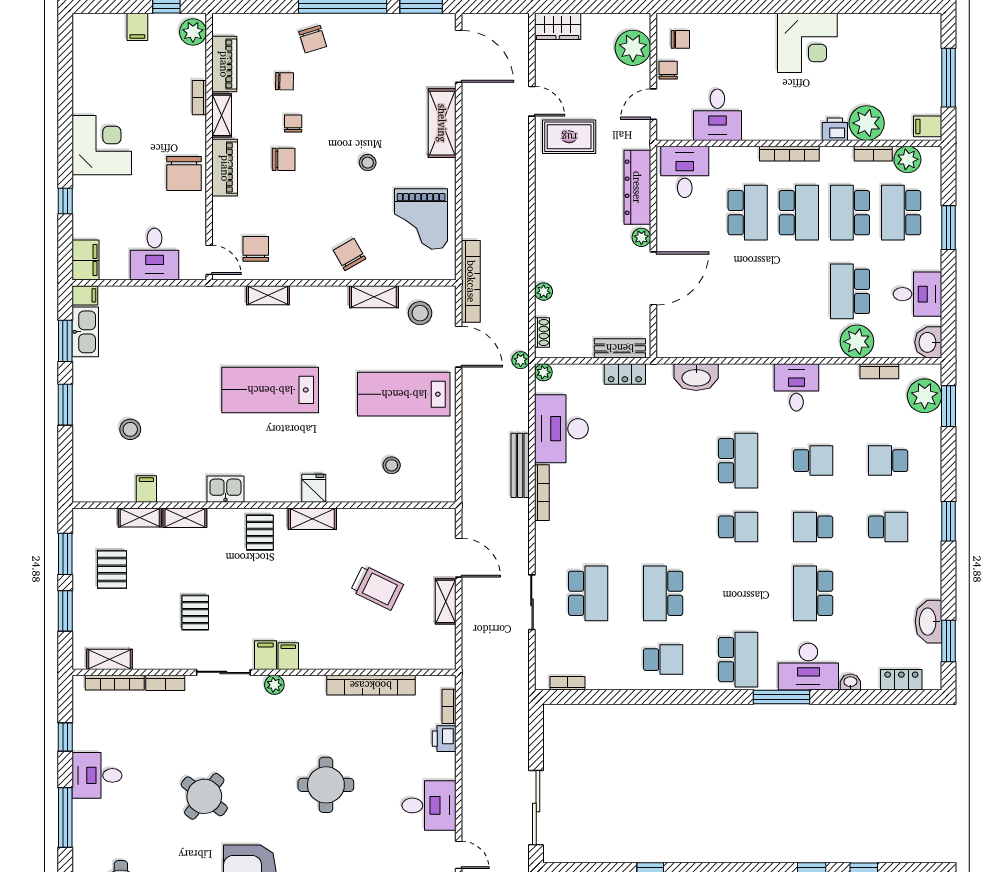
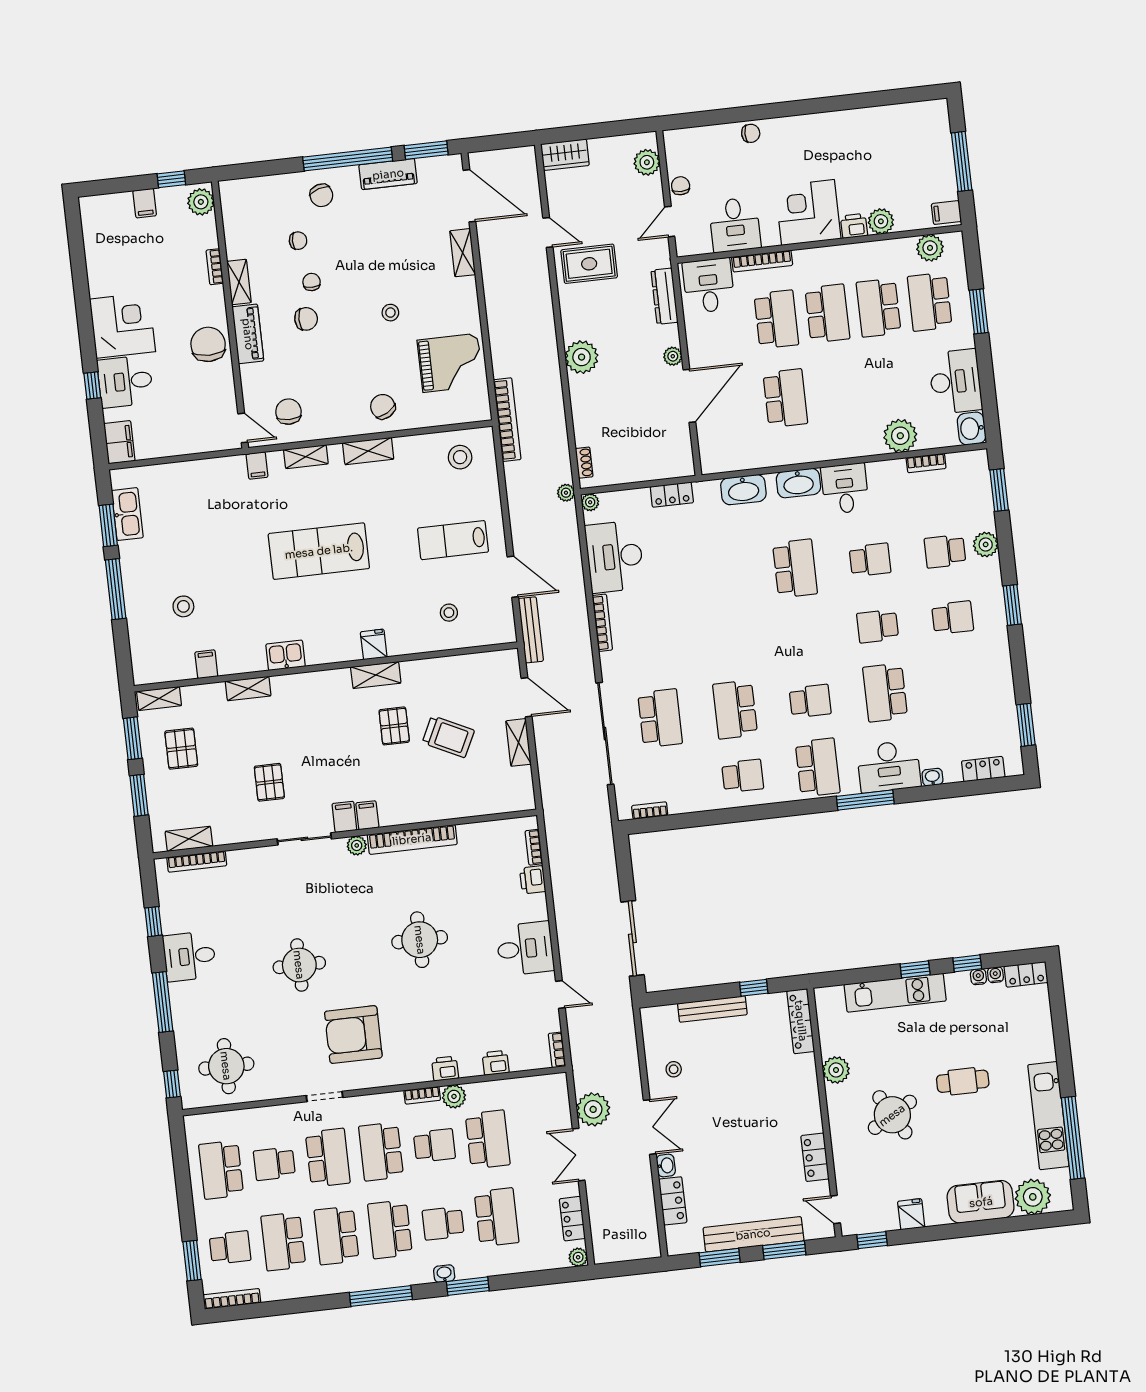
chair: (680, 39) -> (751, 133), moved
corner desk: (807, 43) -> (808, 213), moved, turned 180
plant: (633, 48) -> (647, 162), width x0.73, depth x0.73
piano: (224, 64) -> (388, 174), moved, turned 90
shelving: (442, 123) -> (463, 253), width x0.67, depth x0.75
plant: (867, 123) -> (881, 221), width x0.73, depth x0.73
bookcase: (789, 154) -> (762, 261), moved
bookcase: (873, 154) -> (895, 246), removed
chair: (184, 174) -> (208, 344), turned 180
dresser: (637, 187) -> (665, 296), width x0.73, depth x0.80
grand piano: (421, 219) -> (450, 363), turned -90
desk: (155, 254) -> (125, 381), moved, turned 90
school desk: (850, 291) -> (785, 398), moved, turned 180
plant: (544, 292) -> (582, 357), moved, width x1.88, depth x1.88
desk: (917, 294) -> (955, 381), width x1.37
filing cabinet: (85, 295) -> (257, 465), moved, turned 90
shelving: (374, 297) -> (368, 451), moved
door: (459, 347) -> (513, 577), moved
bench: (620, 348) -> (664, 470), removed
lab bench: (404, 394) -> (453, 540), width x0.73, depth x0.72
plant: (925, 396) -> (986, 544), moved, width x0.73, depth x0.73
window: (65, 405) -> (116, 589), width x1.44
bench: (520, 465) -> (531, 630), moved
shelving: (140, 518) -> (159, 699), moved
school desk: (738, 527) -> (810, 701), moved
pallet: (260, 533) -> (394, 726), moved
sliding door: (532, 602) -> (605, 734), width x1.86
washbasin: (928, 622) -> (798, 483), moved, turned -90
bookcase: (165, 683) -> (247, 856), removed
bookcase: (371, 685) -> (412, 839), moved
round table: (204, 796) -> (299, 965), turned -38

